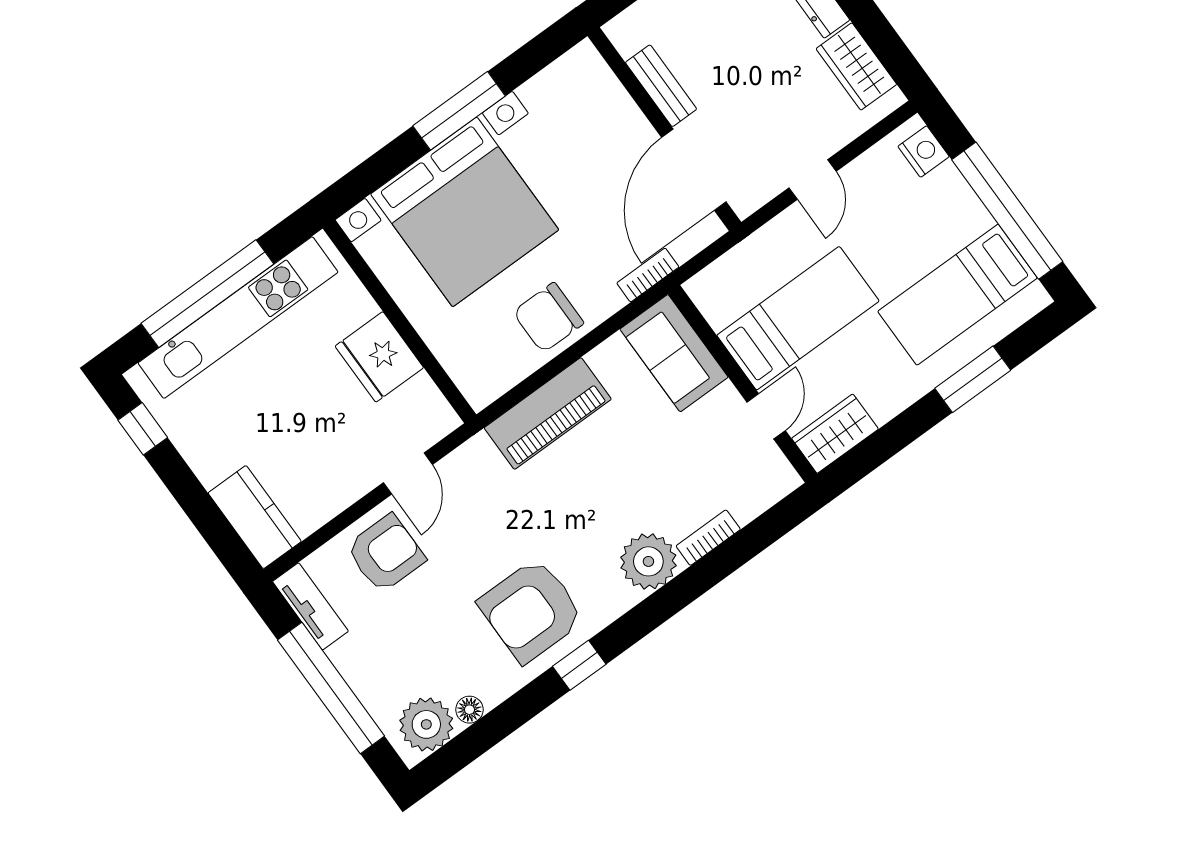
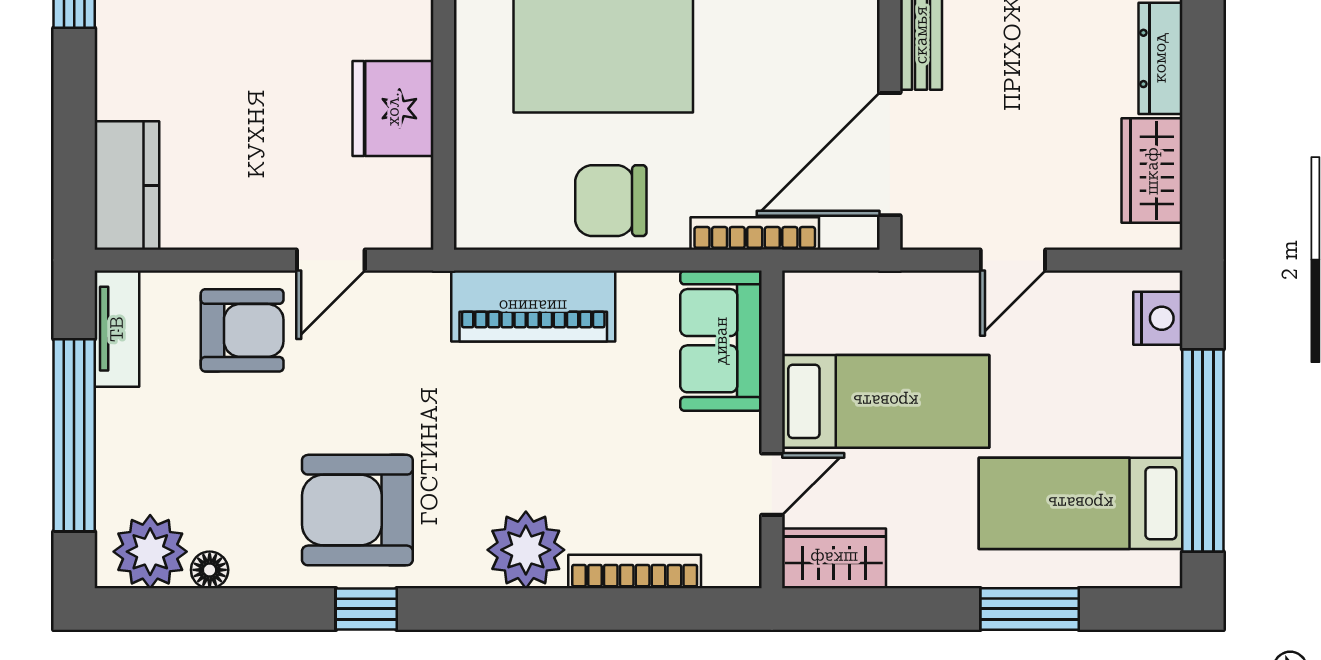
bookcase: (648, 275) -> (755, 233), width x1.56
bookcase: (708, 538) -> (635, 572), width x1.56

